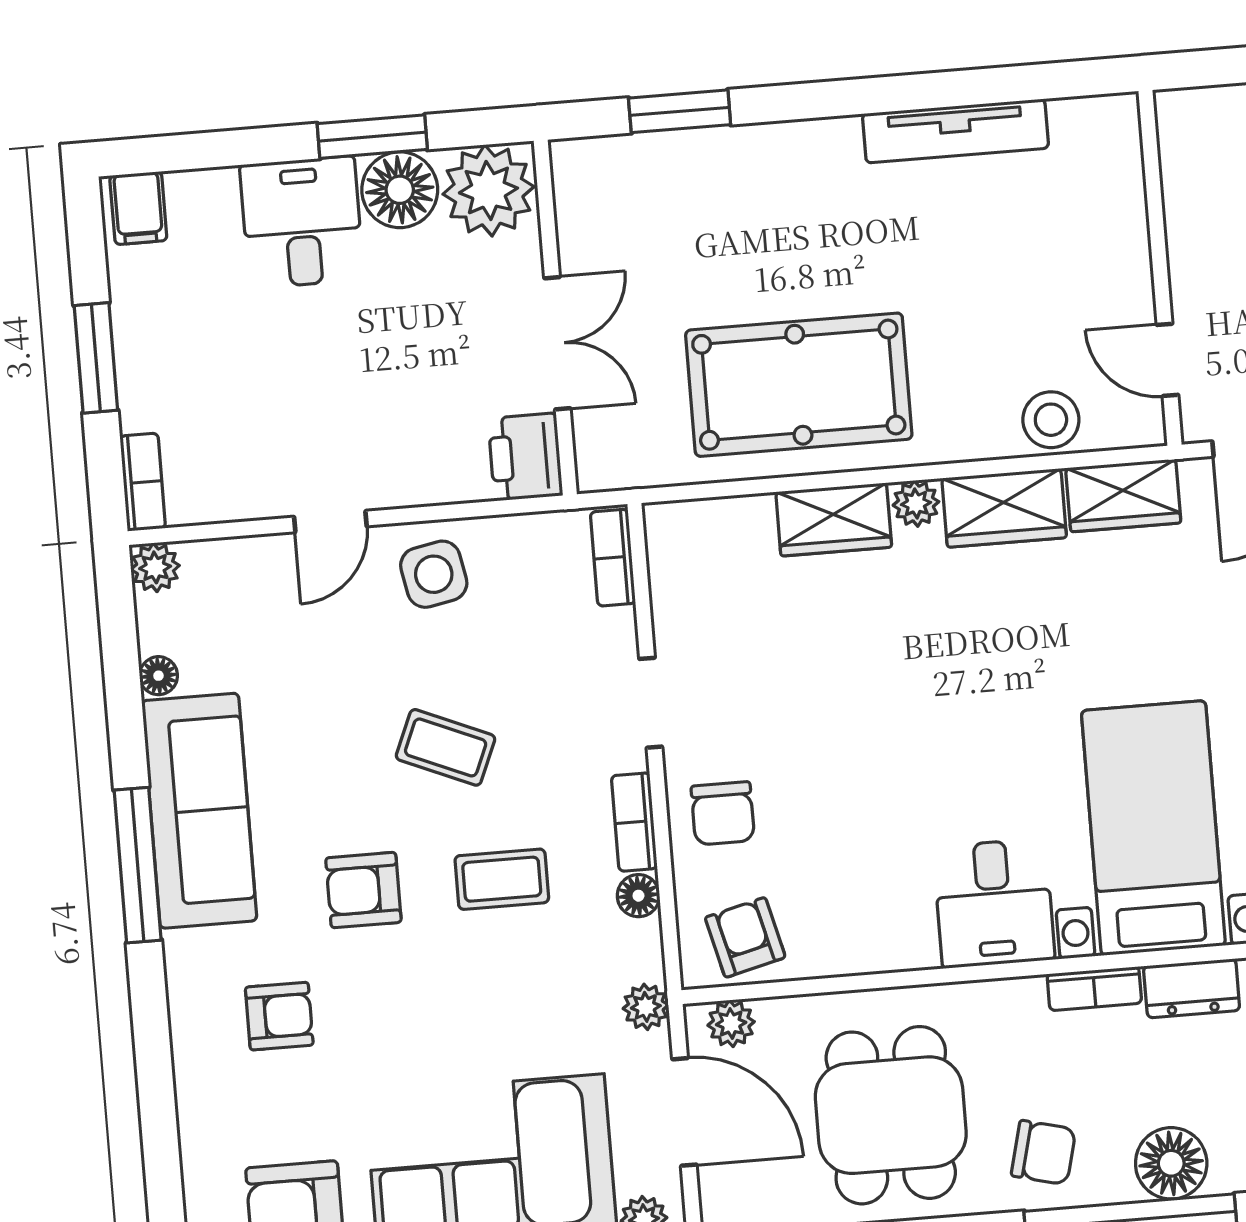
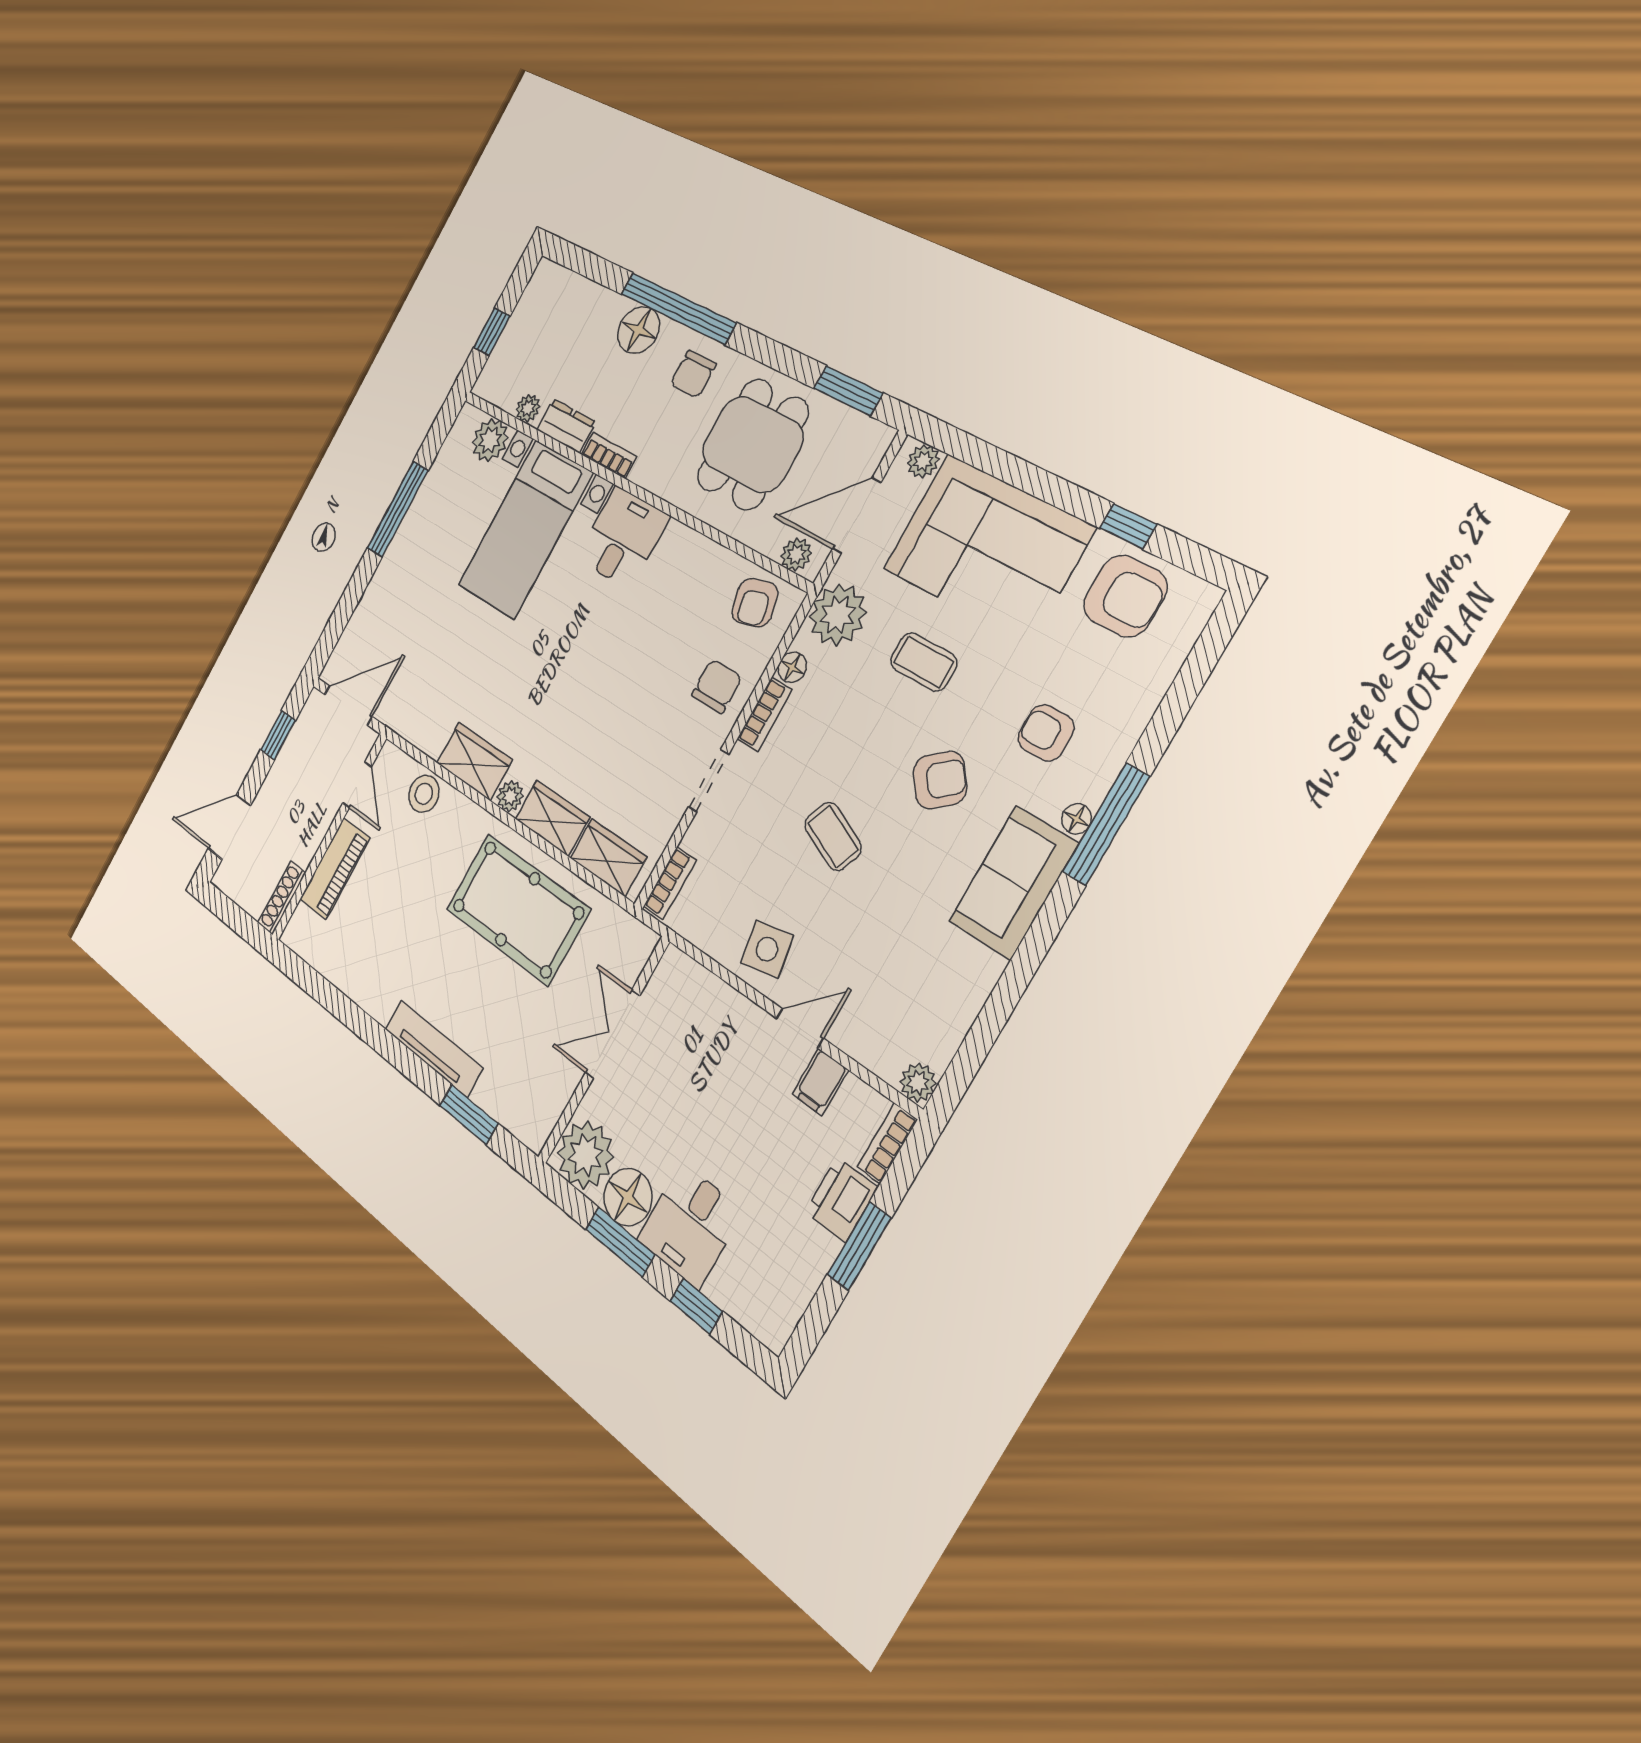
tv unit: (955, 131) -> (434, 1048), moved
shoe rack: (1176, 144) -> (282, 898), added
window: (230, 148) -> (696, 1306), added
filing cabinet: (138, 208) -> (820, 1082), moved, turned 180
piano: (1118, 238) -> (335, 869), added
printer: (525, 457) -> (841, 1200), moved, turned 180
wardrobe: (1123, 495) -> (608, 858), moved
floor lamp: (159, 676) -> (1077, 819), moved
sofa: (199, 811) -> (1013, 883), width x0.73
window: (138, 865) -> (1106, 824), moved
coffee table: (502, 879) -> (924, 662), moved
armchair: (363, 890) -> (940, 780), turned -39
plant: (646, 1007) -> (838, 615), width x1.88, depth x1.88
door: (684, 1112) -> (857, 516), hinge flipped
chair: (1044, 1152) -> (693, 374), turned -104

